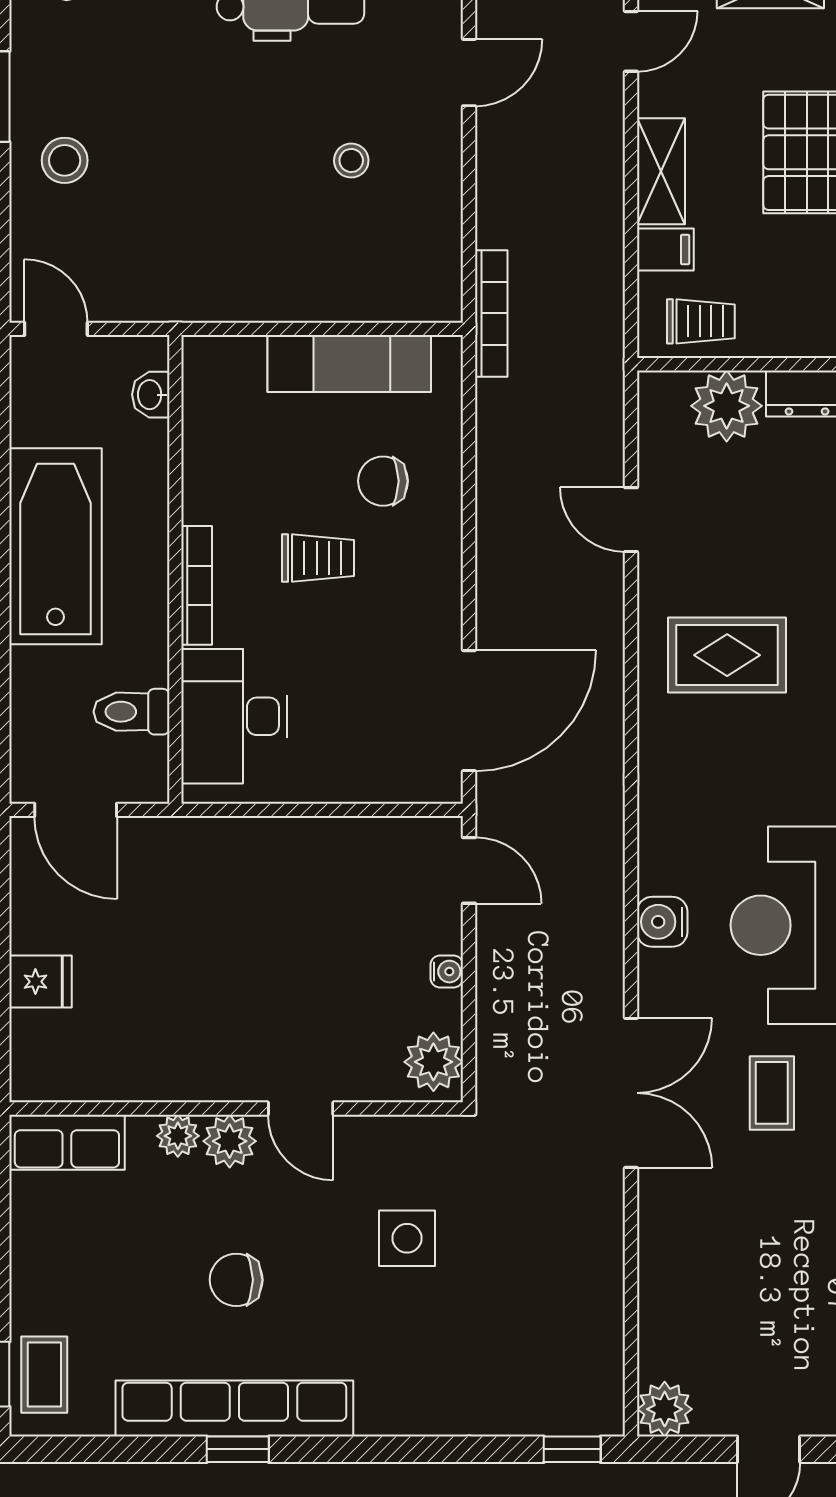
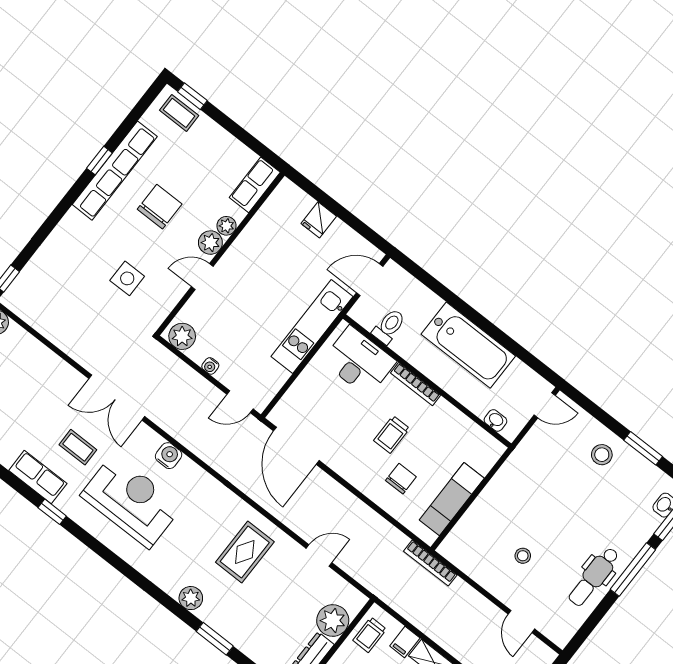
kitchen unit: (237, 847) -> (312, 326), added
chair: (236, 1280) -> (160, 207), width x1.37, depth x1.37

